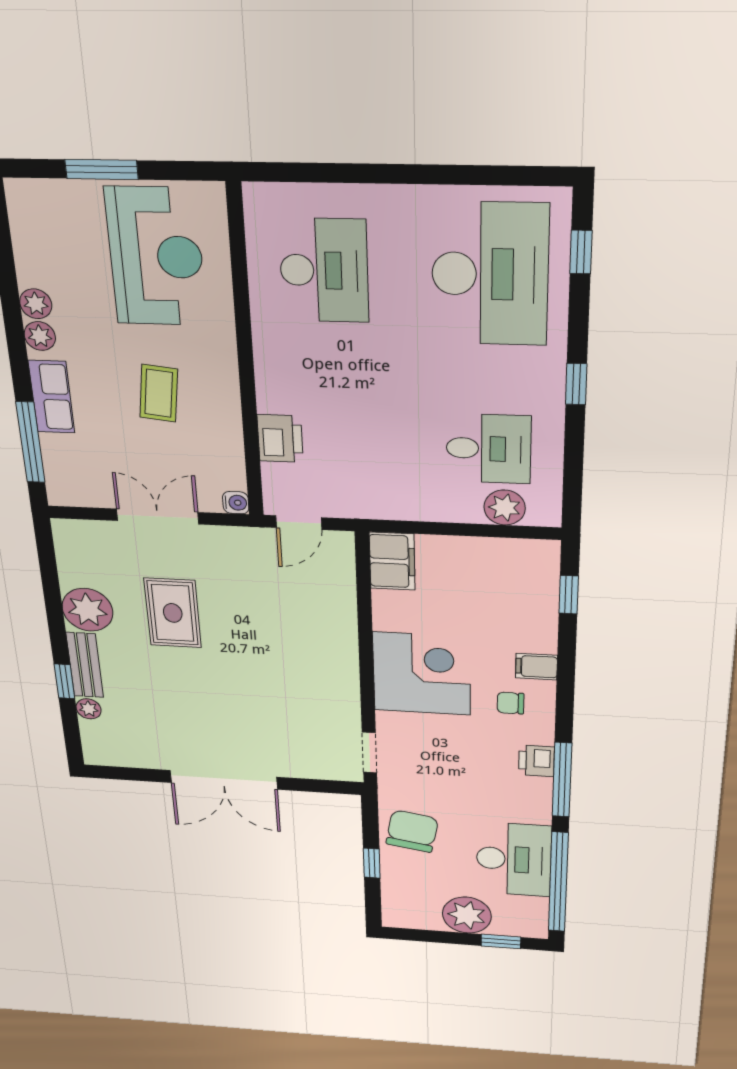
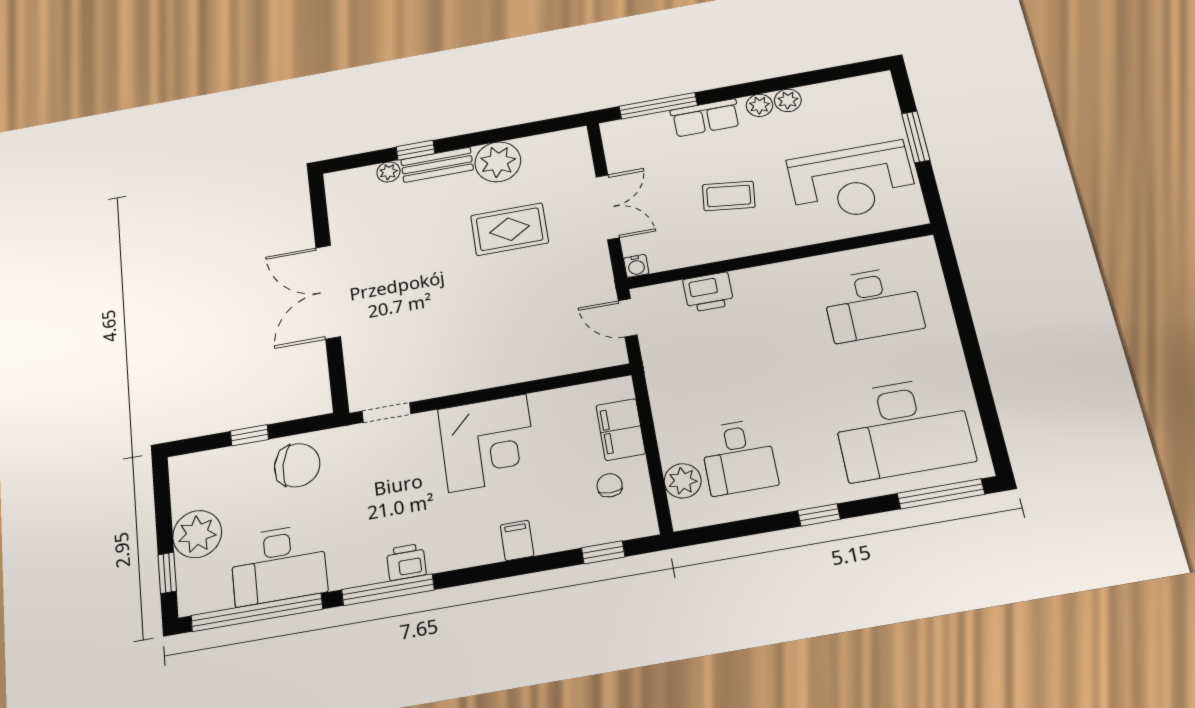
window: (581, 252) -> (941, 494), width x2.17
filing cabinet: (392, 561) -> (621, 429), moved, turned 90
chair: (511, 703) -> (610, 485), moved

